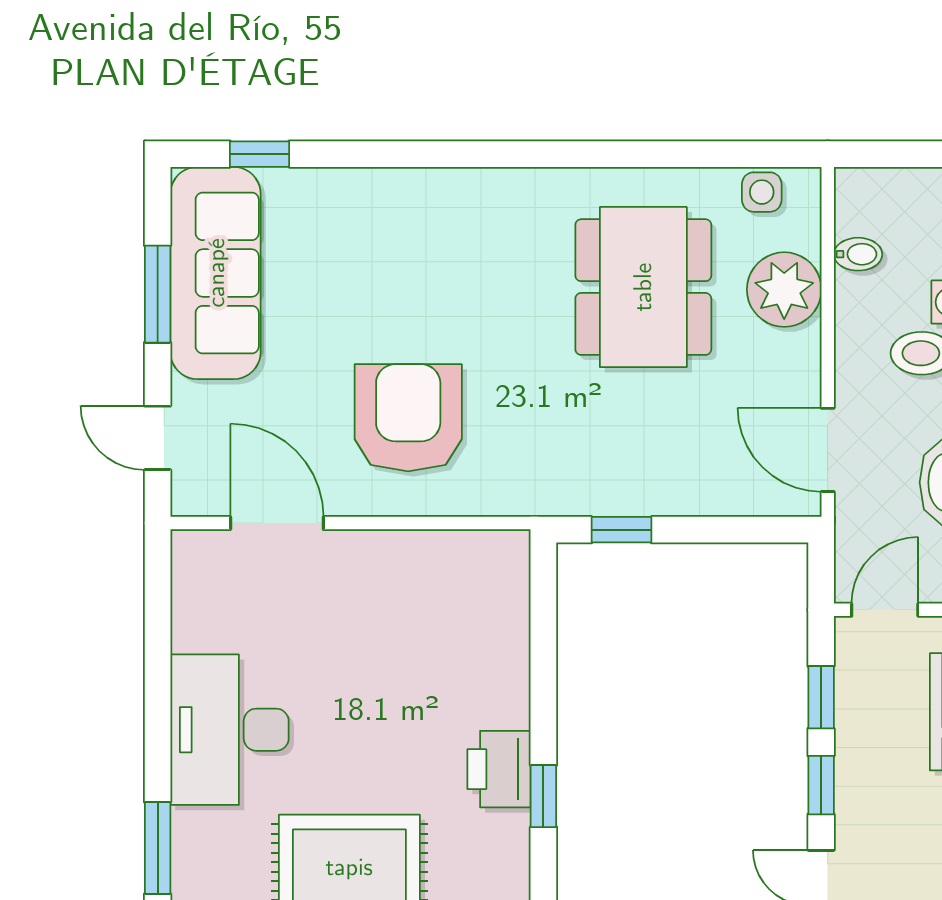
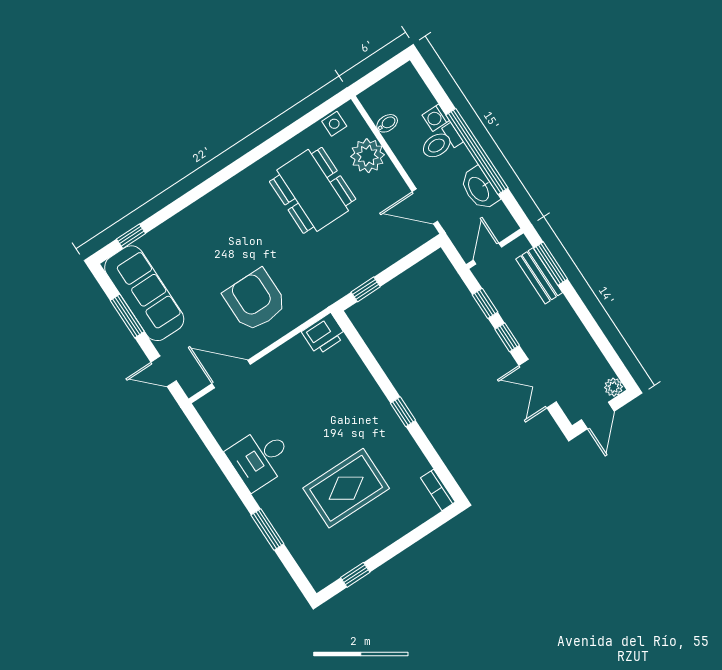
desk: (230, 730) -> (260, 458), width x0.73
printer: (499, 769) -> (324, 334), moved, turned -90

